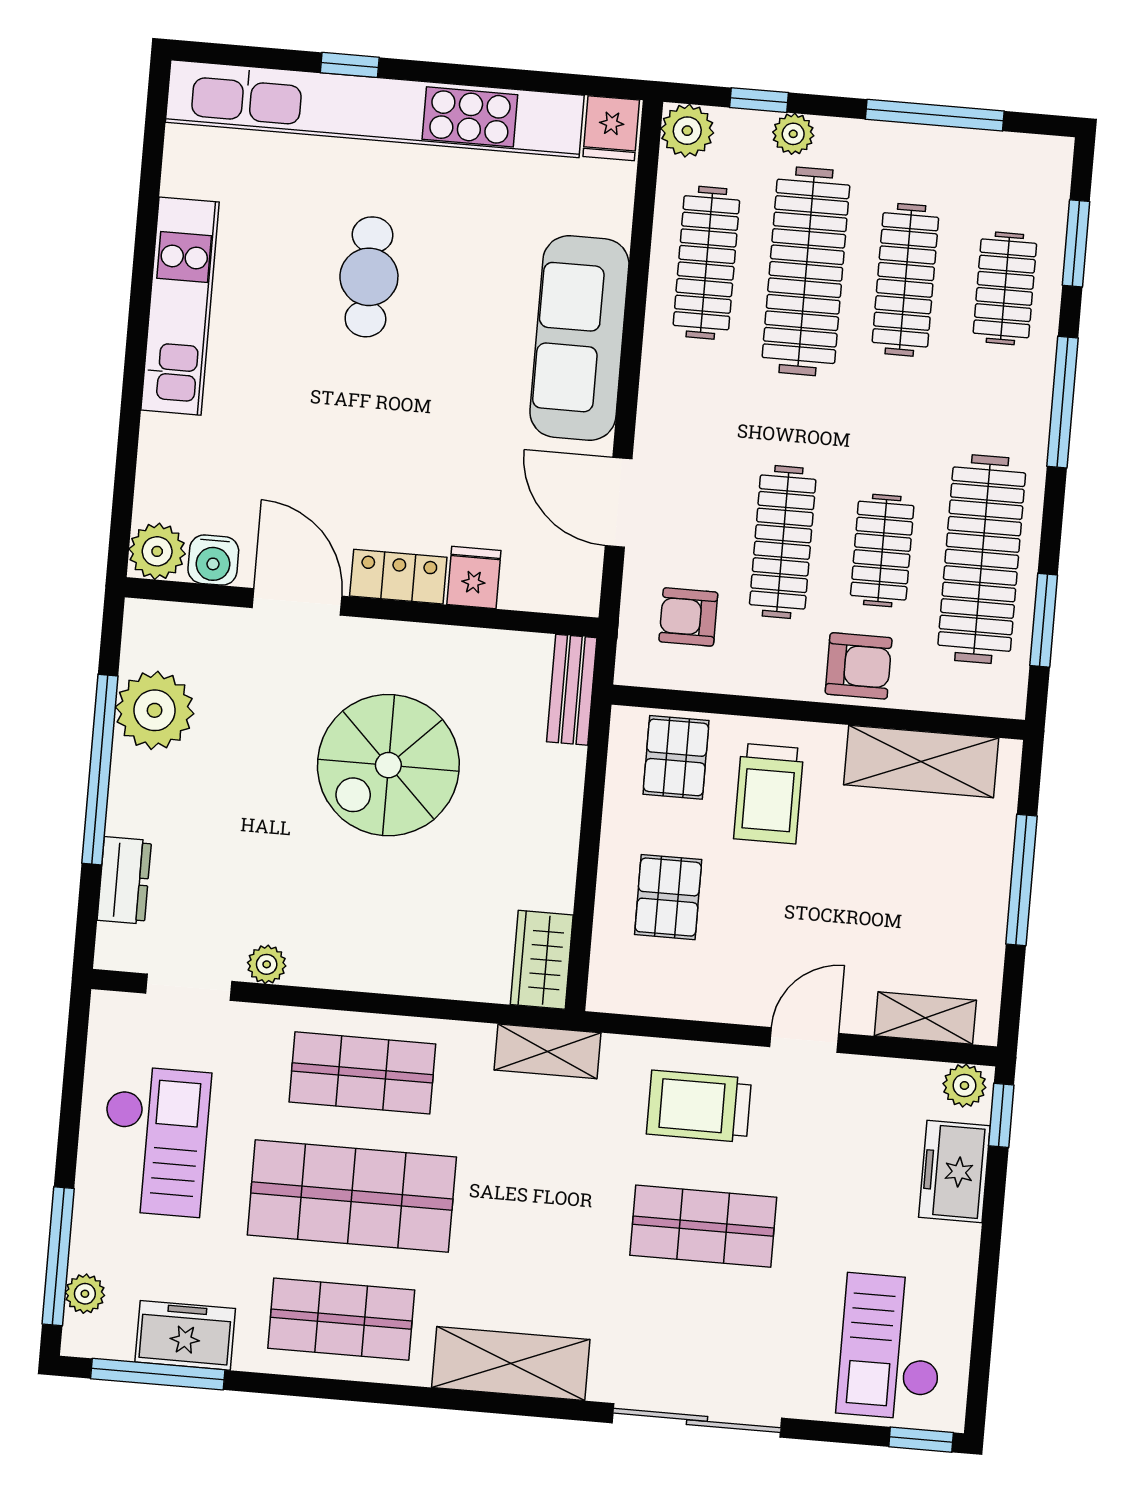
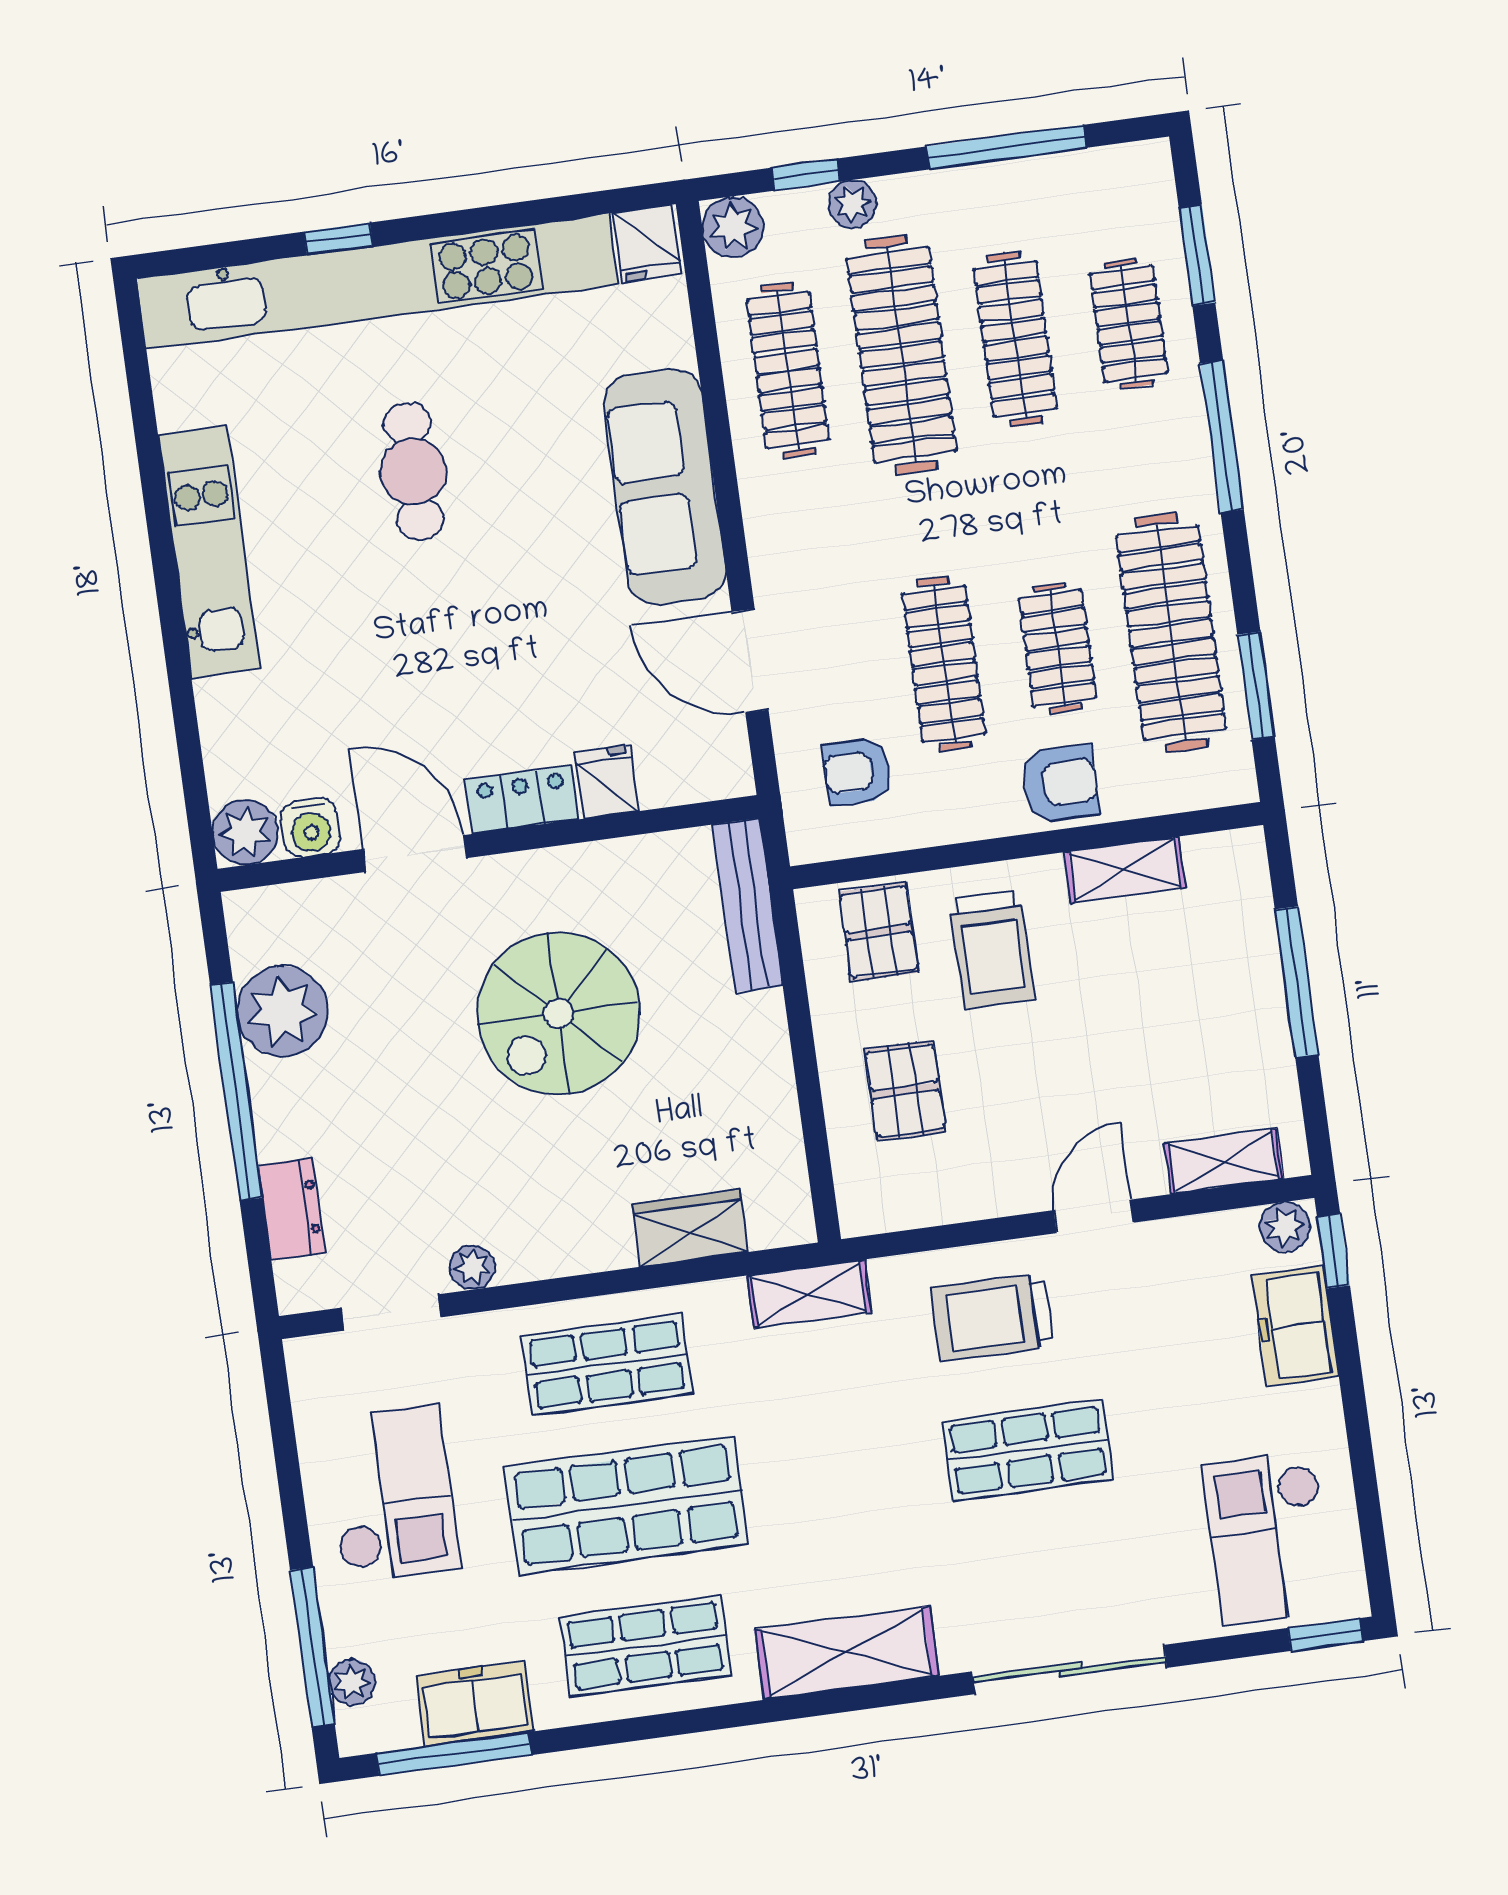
bench: (572, 690) -> (748, 905), width x1.36
shelving: (921, 761) -> (1125, 870), width x0.67, depth x0.75
wardrobe: (542, 960) -> (690, 1228), moved, turned 90

